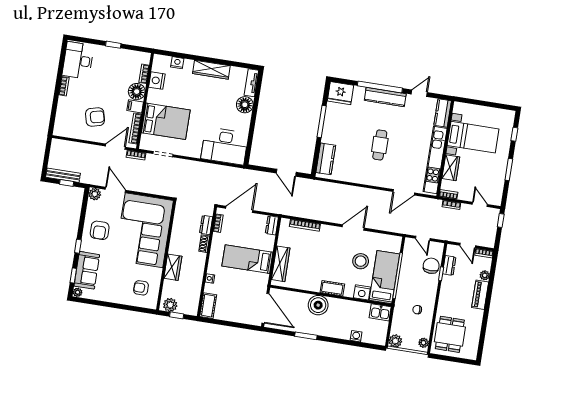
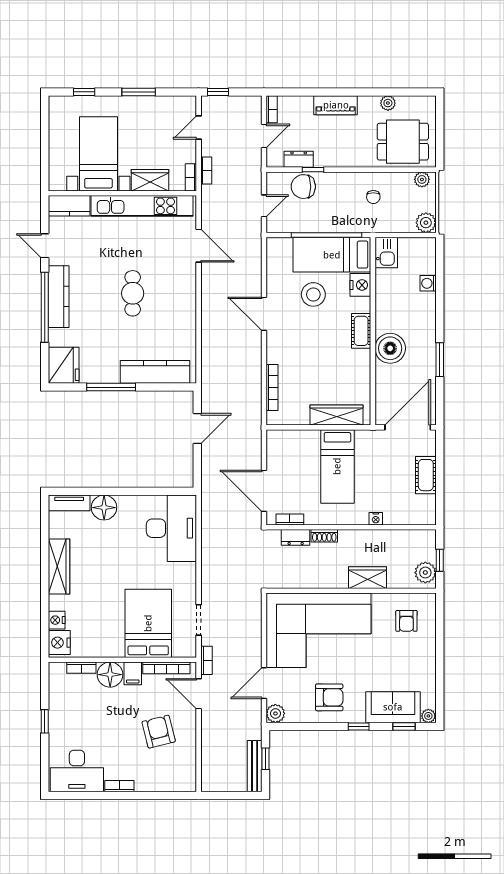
nightstand: (157, 81) -> (59, 643), moved, turned 90
cafe table: (380, 145) -> (133, 293), turned 90
kitchen counter: (326, 159) -> (155, 372), width x1.50
dresser: (272, 225) -> (280, 437), removed
plant: (485, 275) -> (388, 103), moved
cot: (208, 306) -> (426, 475), moved, turned 90

